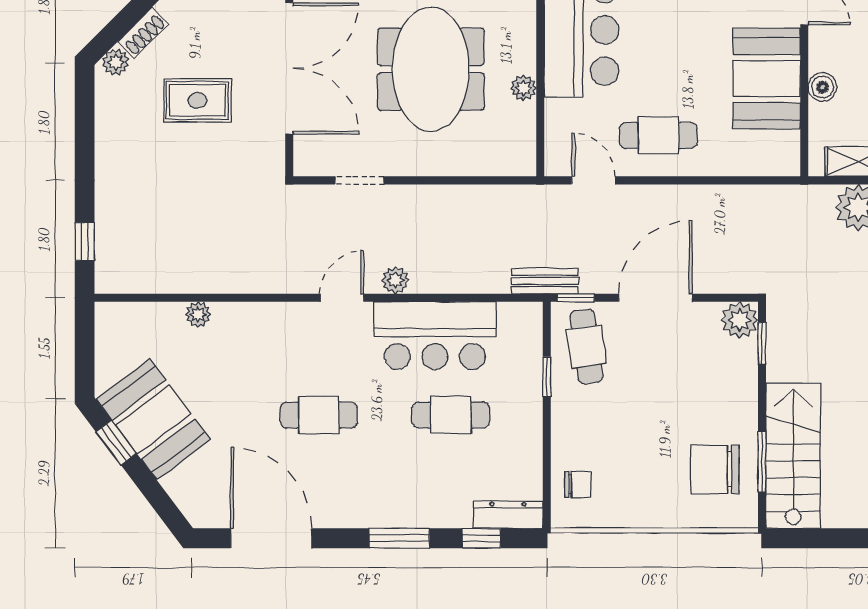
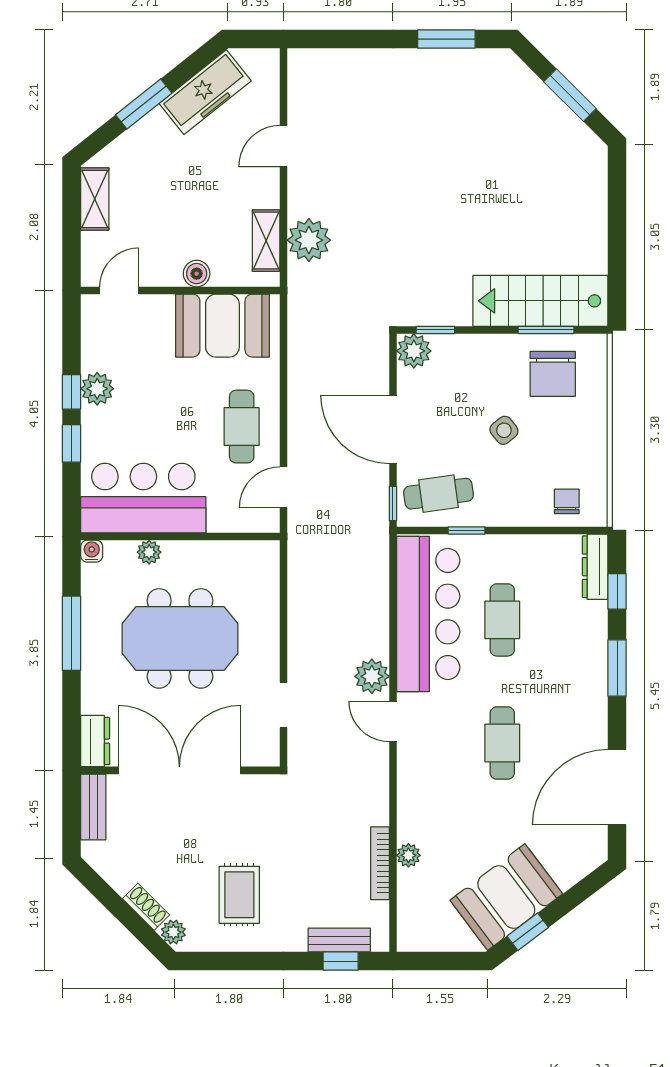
booth: (767, 79) -> (222, 326), moved
plant: (523, 88) -> (149, 552), moved
rug: (197, 100) -> (239, 895), moved
plant: (395, 280) -> (372, 676), width x1.38, depth x1.38
bench: (545, 281) -> (339, 940), moved, turned 90
bookcase: (190, 284) -> (380, 863), added
bar counter: (435, 336) -> (428, 614), width x1.36
side table: (654, 417) -> (504, 430), added

